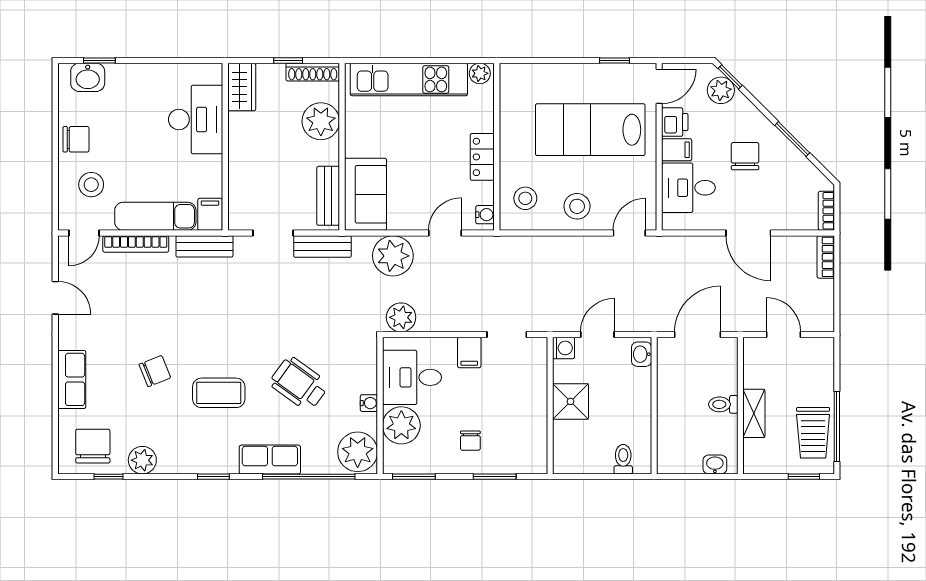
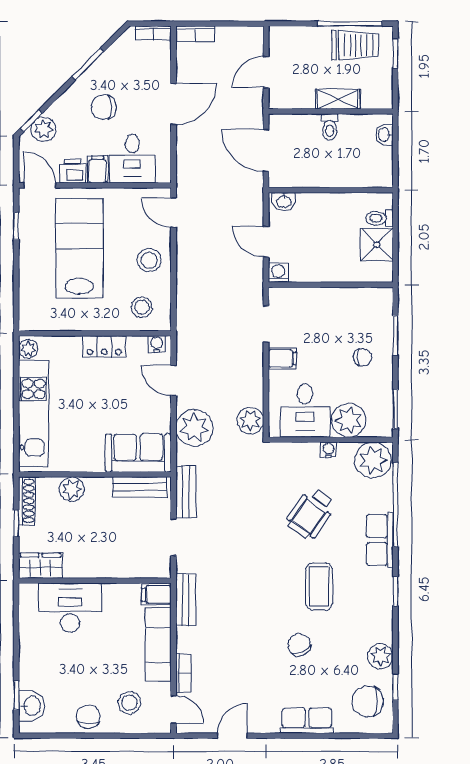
plant: (321, 121) -> (72, 489), width x0.73, depth x0.73
lab bench: (590, 130) -> (79, 248), turned 180
bookcase: (136, 244) -> (183, 673), width x0.64
shower: (570, 401) -> (377, 245), moved

